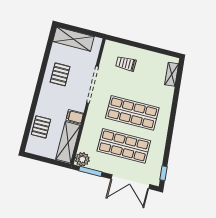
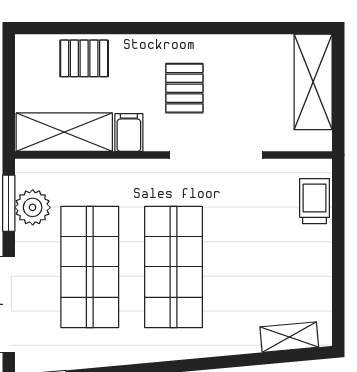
trolley: (126, 64) -> (315, 201), moved
pallet: (60, 74) -> (184, 88), moved, turned 90
plant: (82, 159) -> (33, 207), moved

